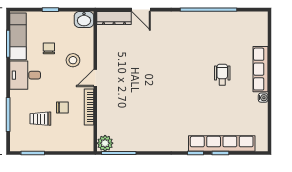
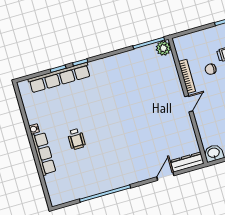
door: (141, 10) -> (165, 176), hinge flipped
stool: (73, 60) -> (213, 114), removed

